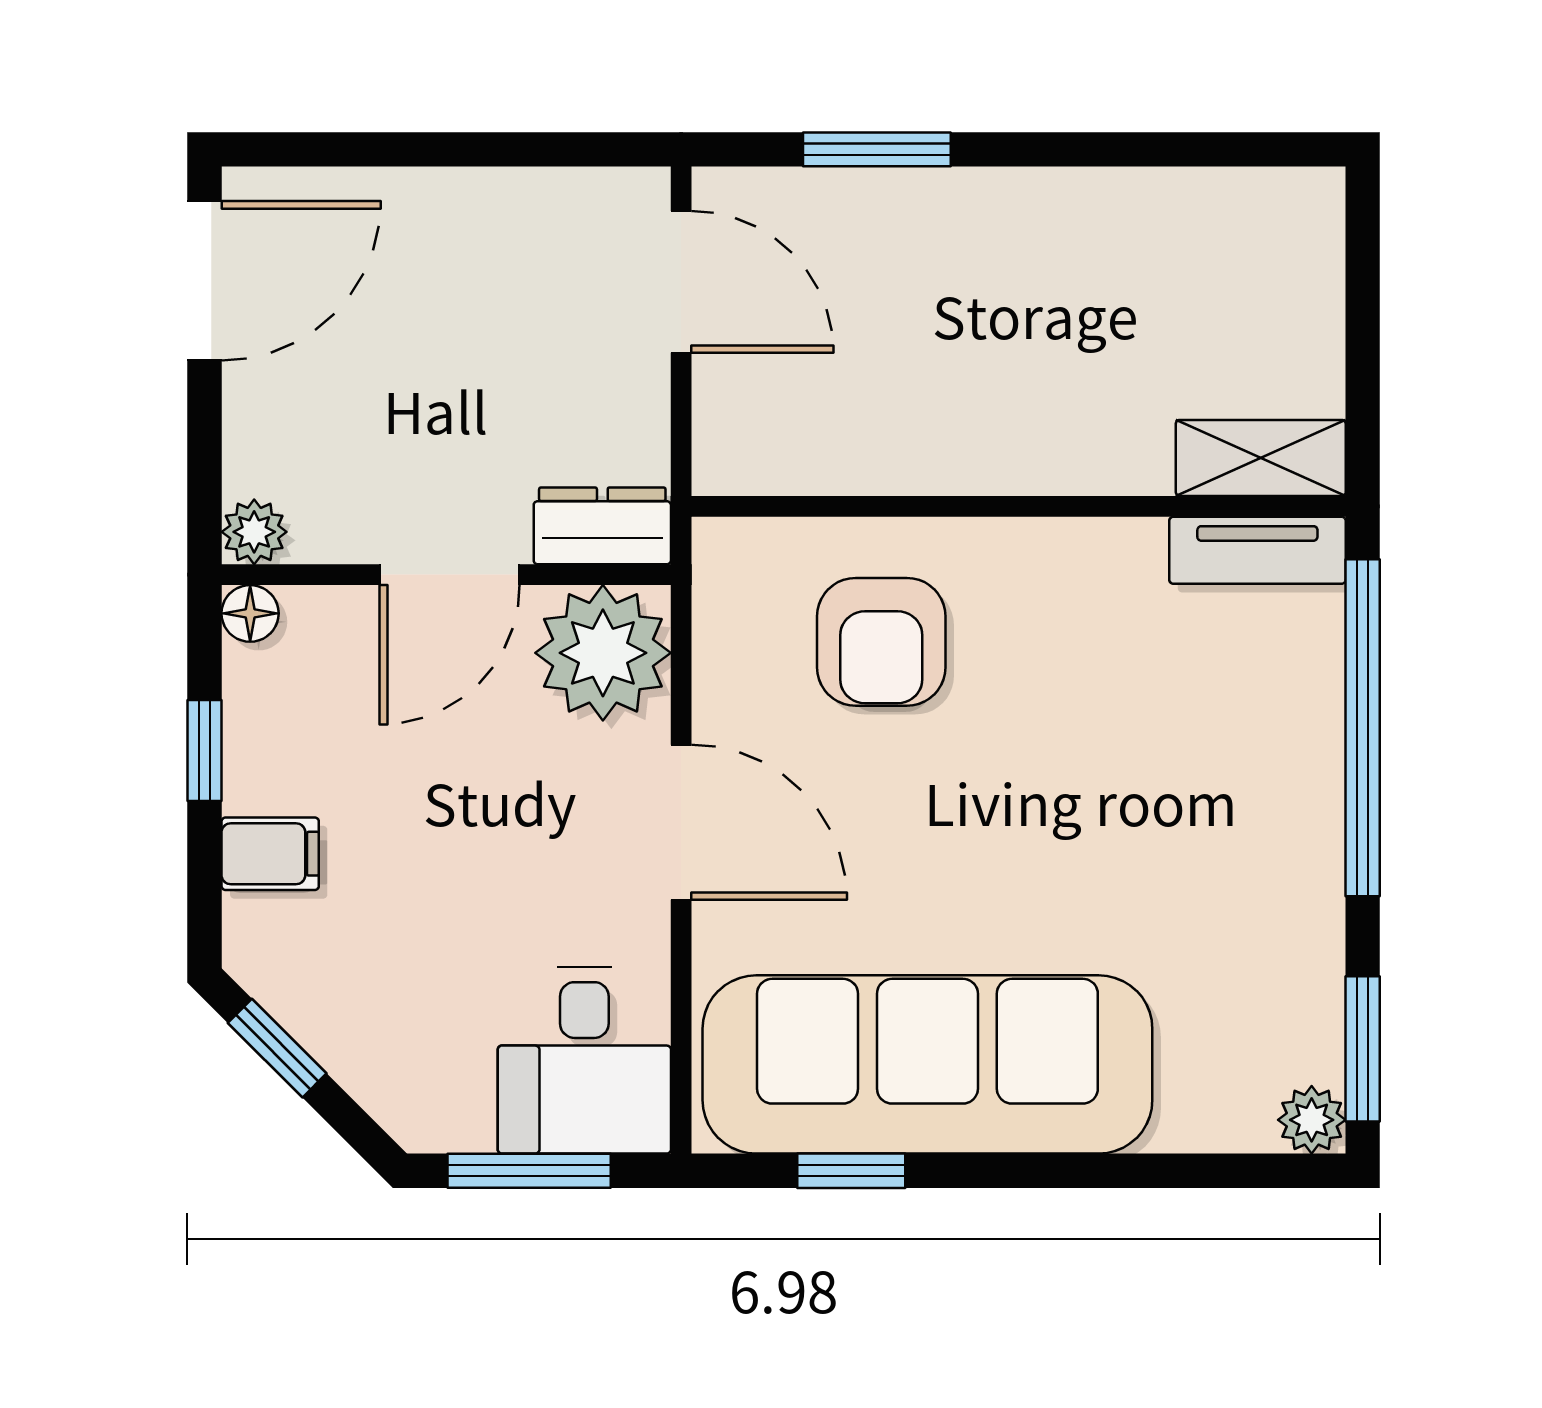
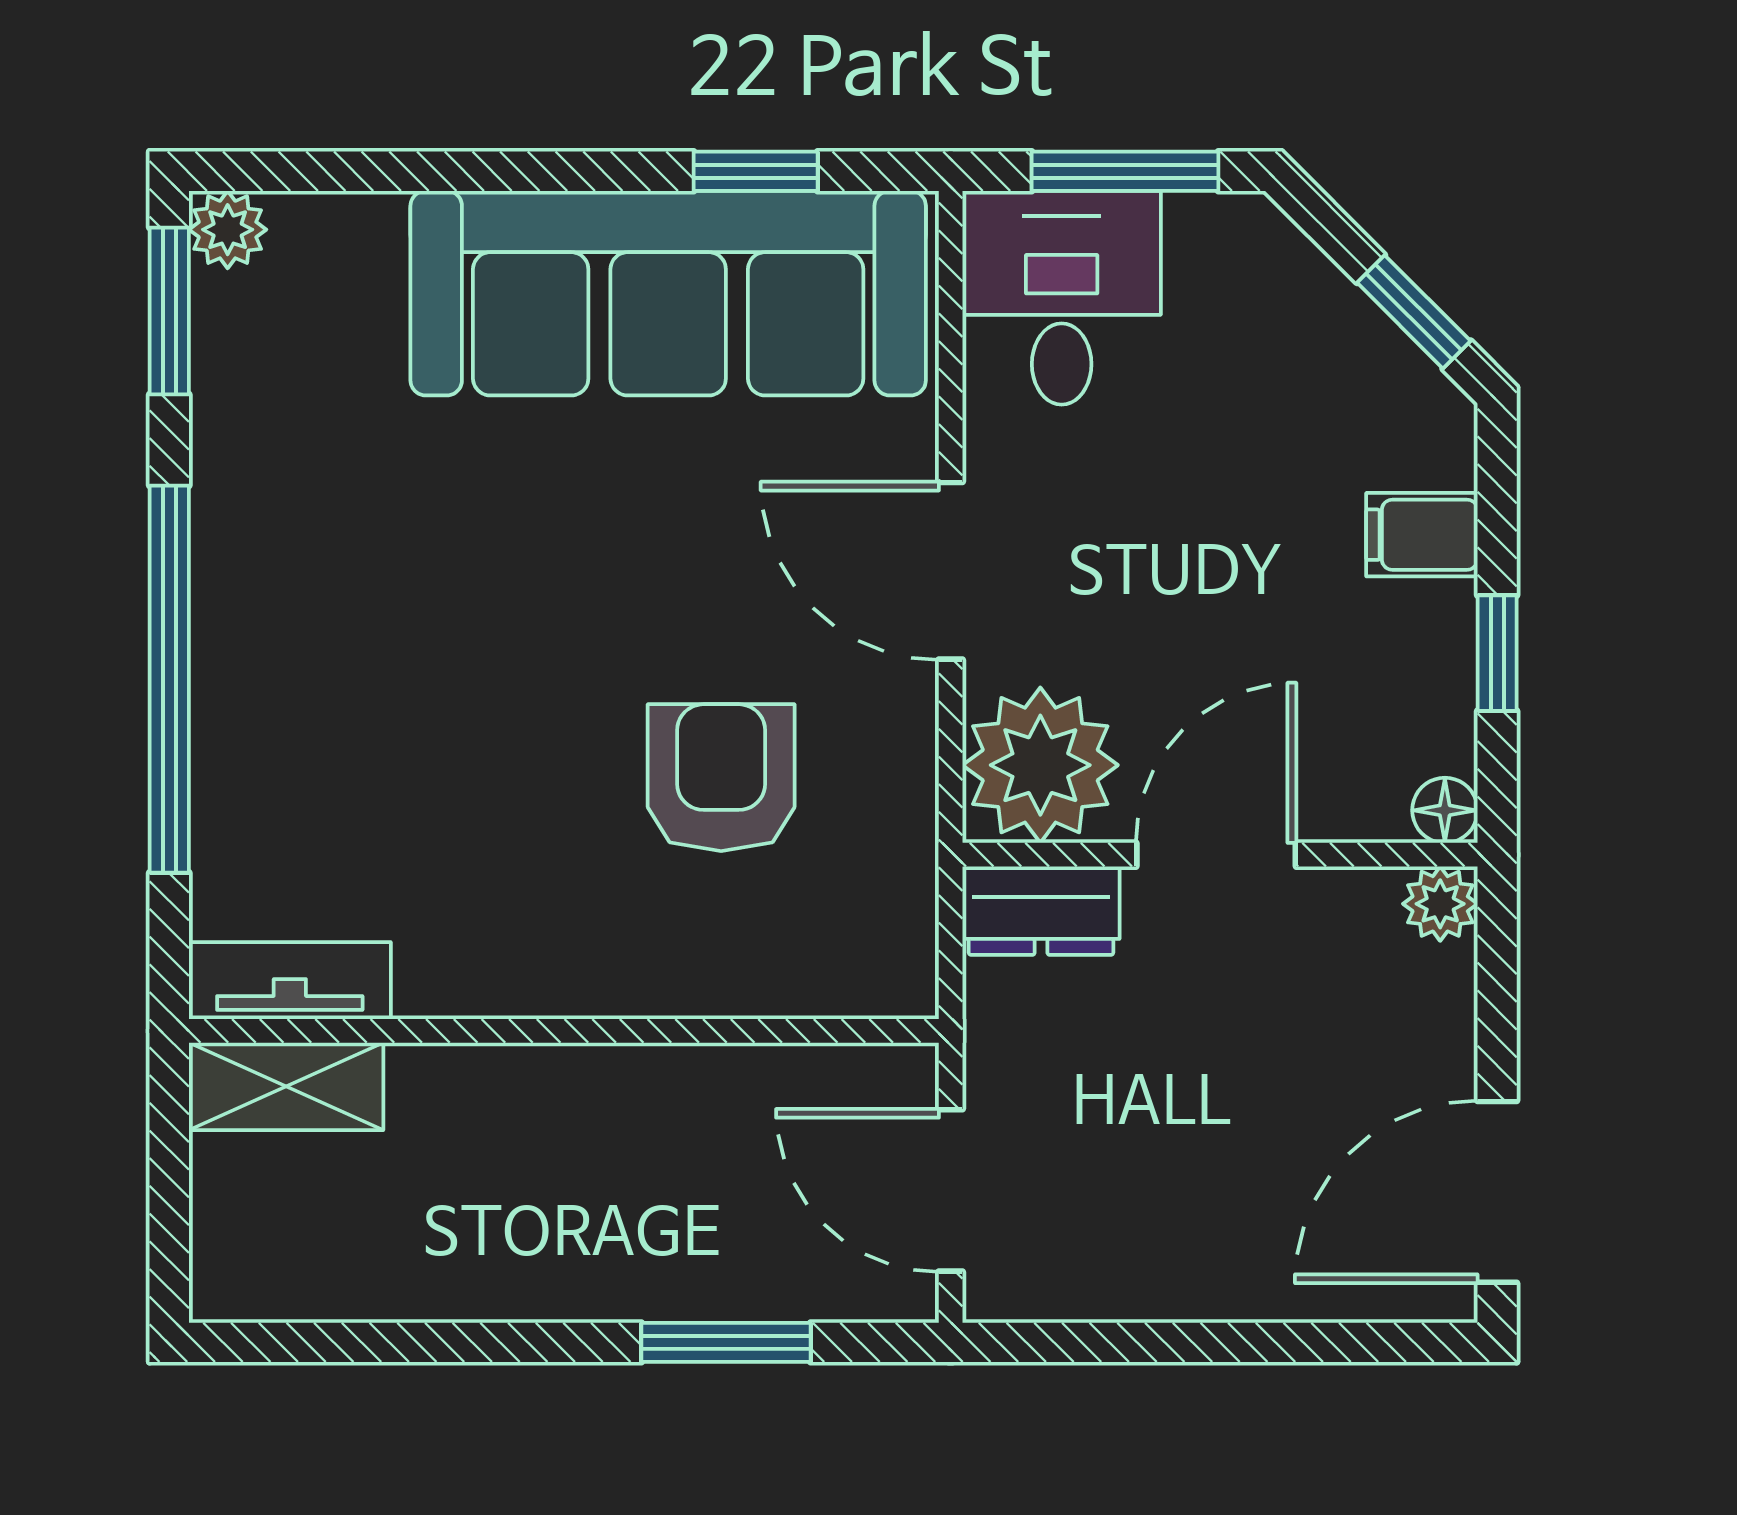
shelving: (1261, 458) -> (286, 1086), moved
wall: (1018, 506) -> (564, 1031), moved
tv unit: (1257, 550) -> (290, 981), moved

